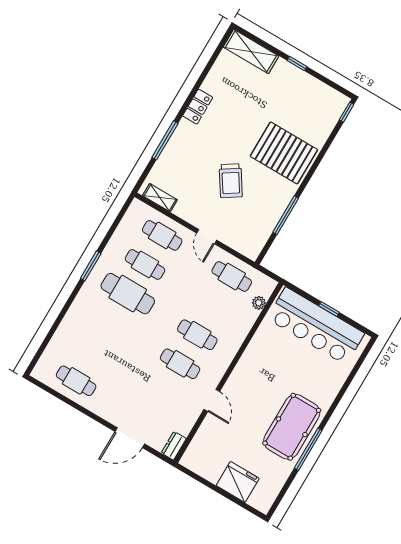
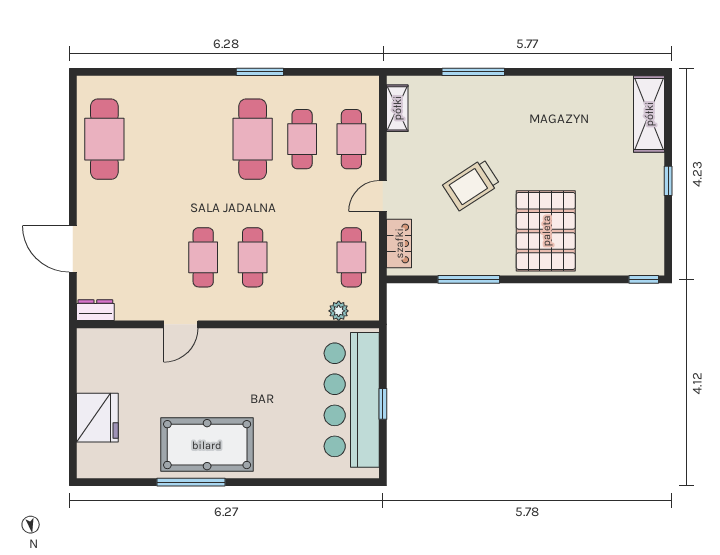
locker: (198, 107) -> (399, 243), moved, turned -90
cafe table: (76, 381) -> (104, 139), width x1.37, depth x1.35

